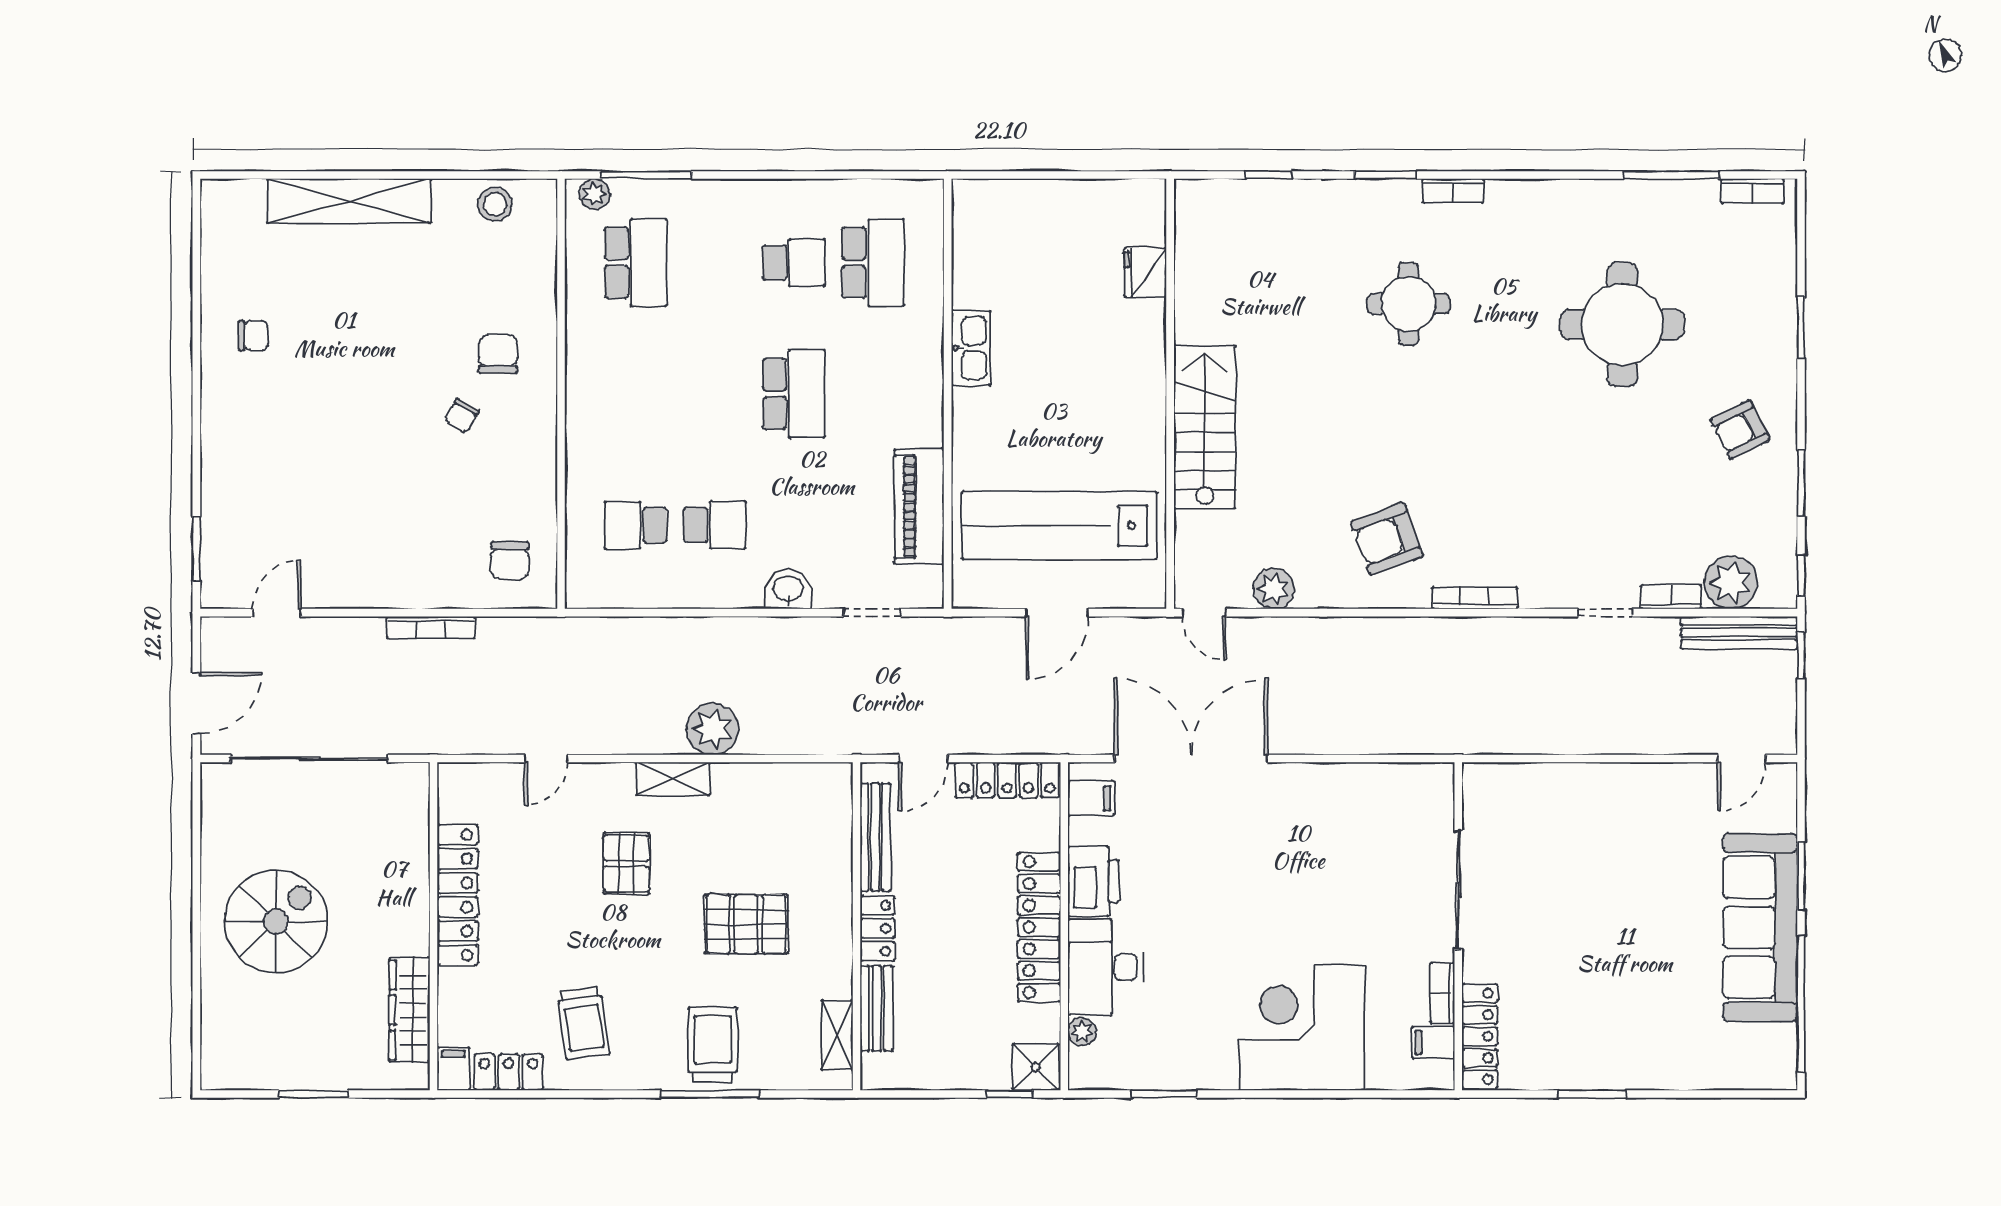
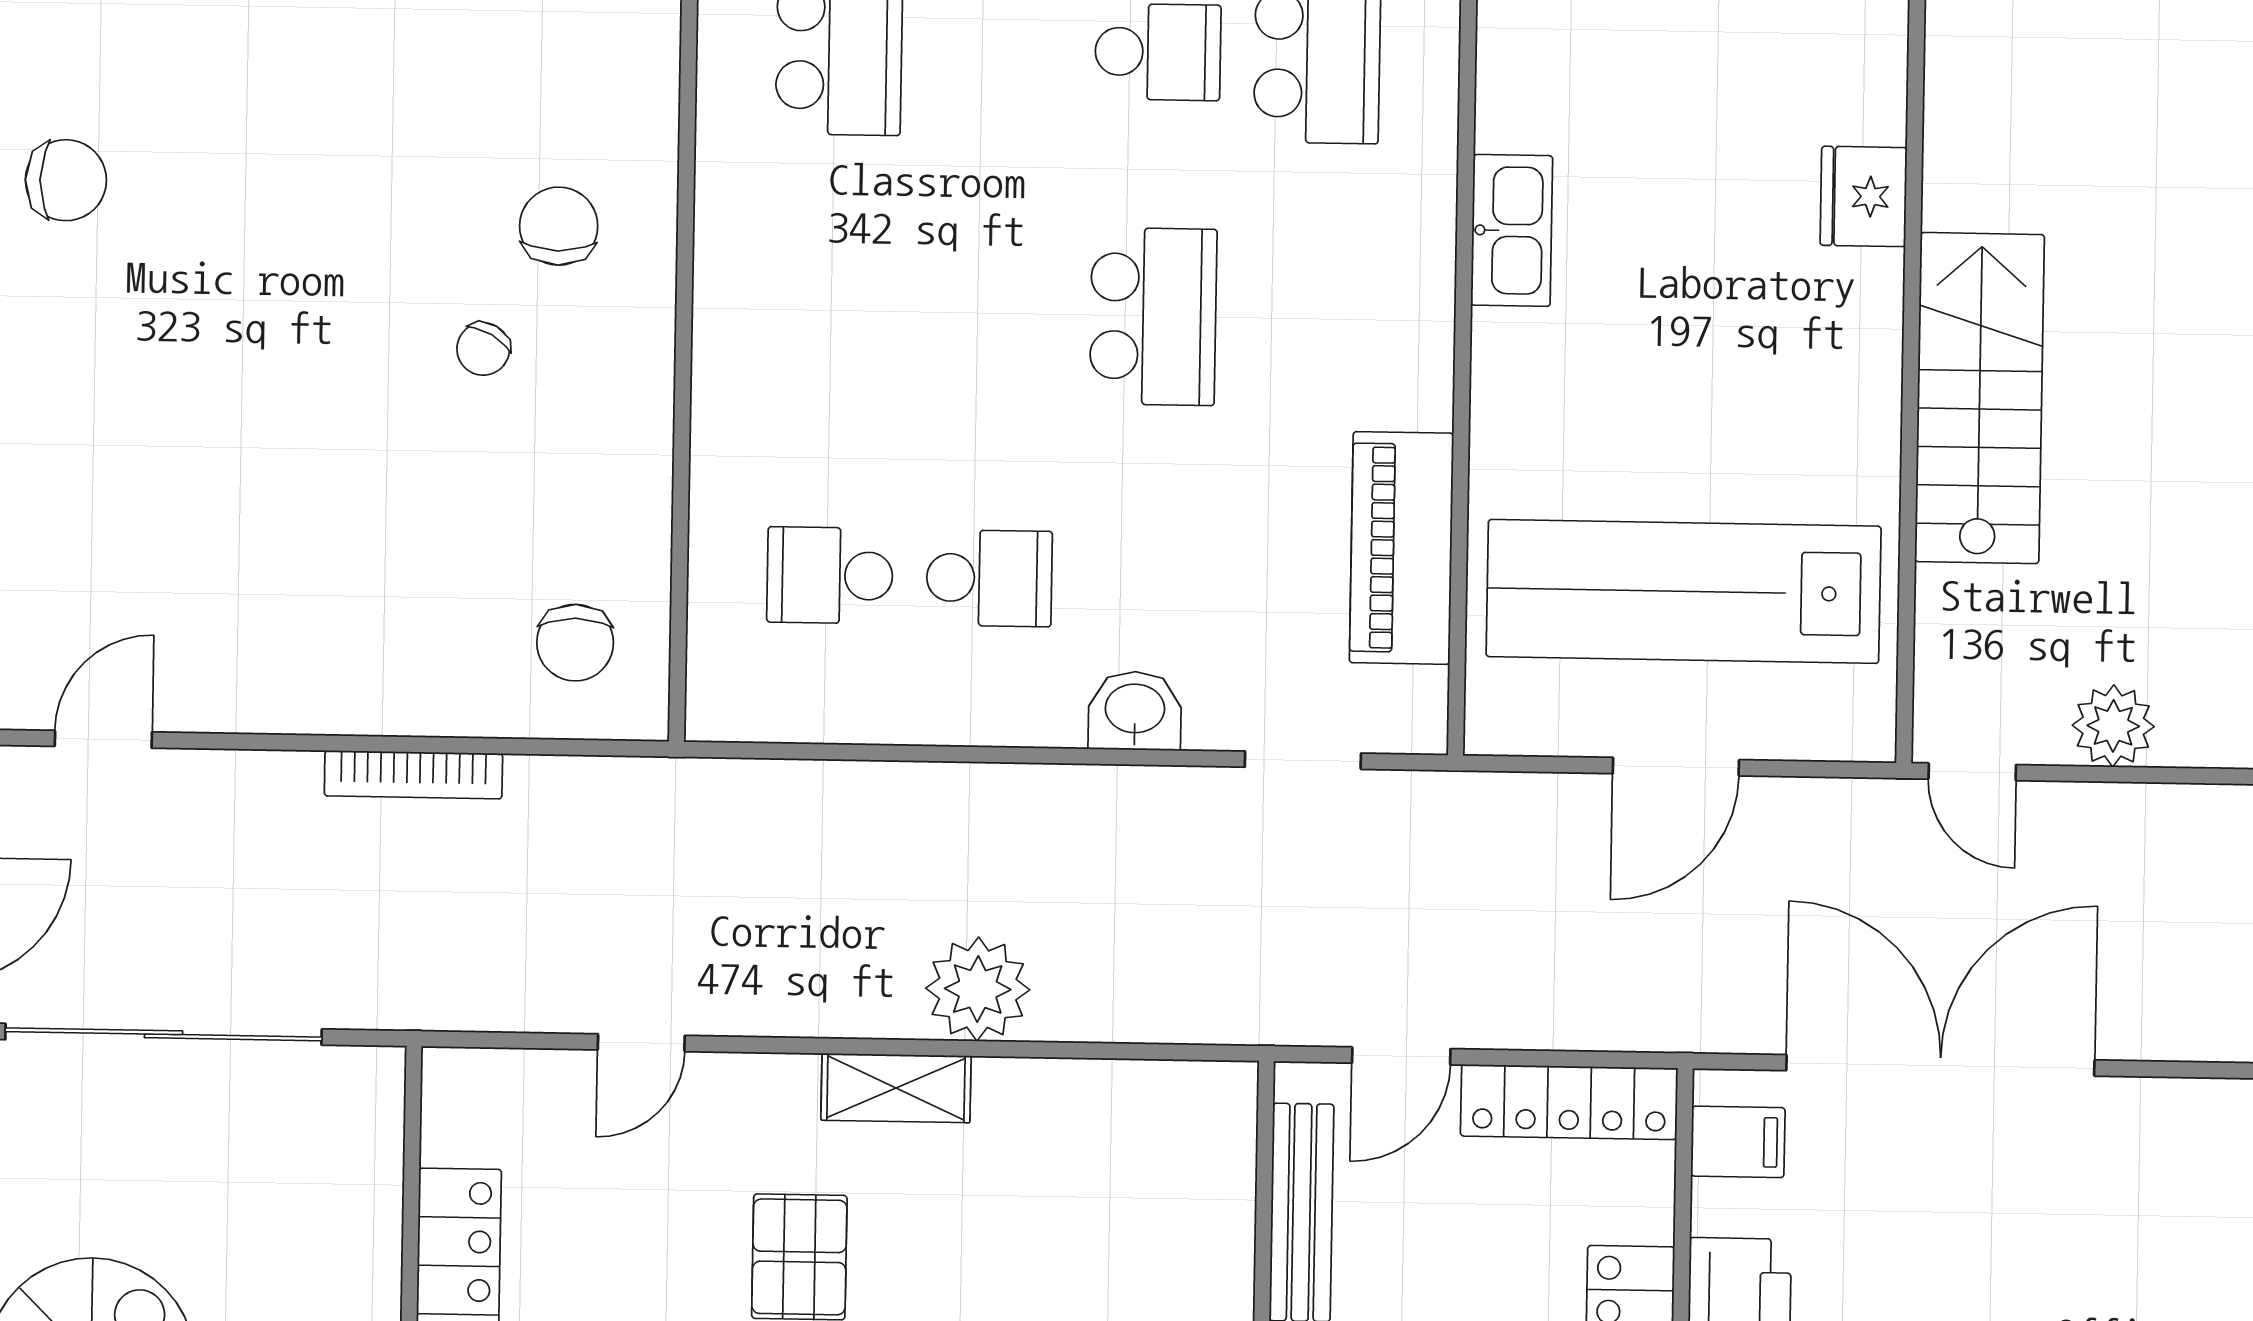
fridge: (1145, 272) -> (1864, 196), moved
chair: (253, 336) -> (66, 180), width x1.37, depth x1.37

